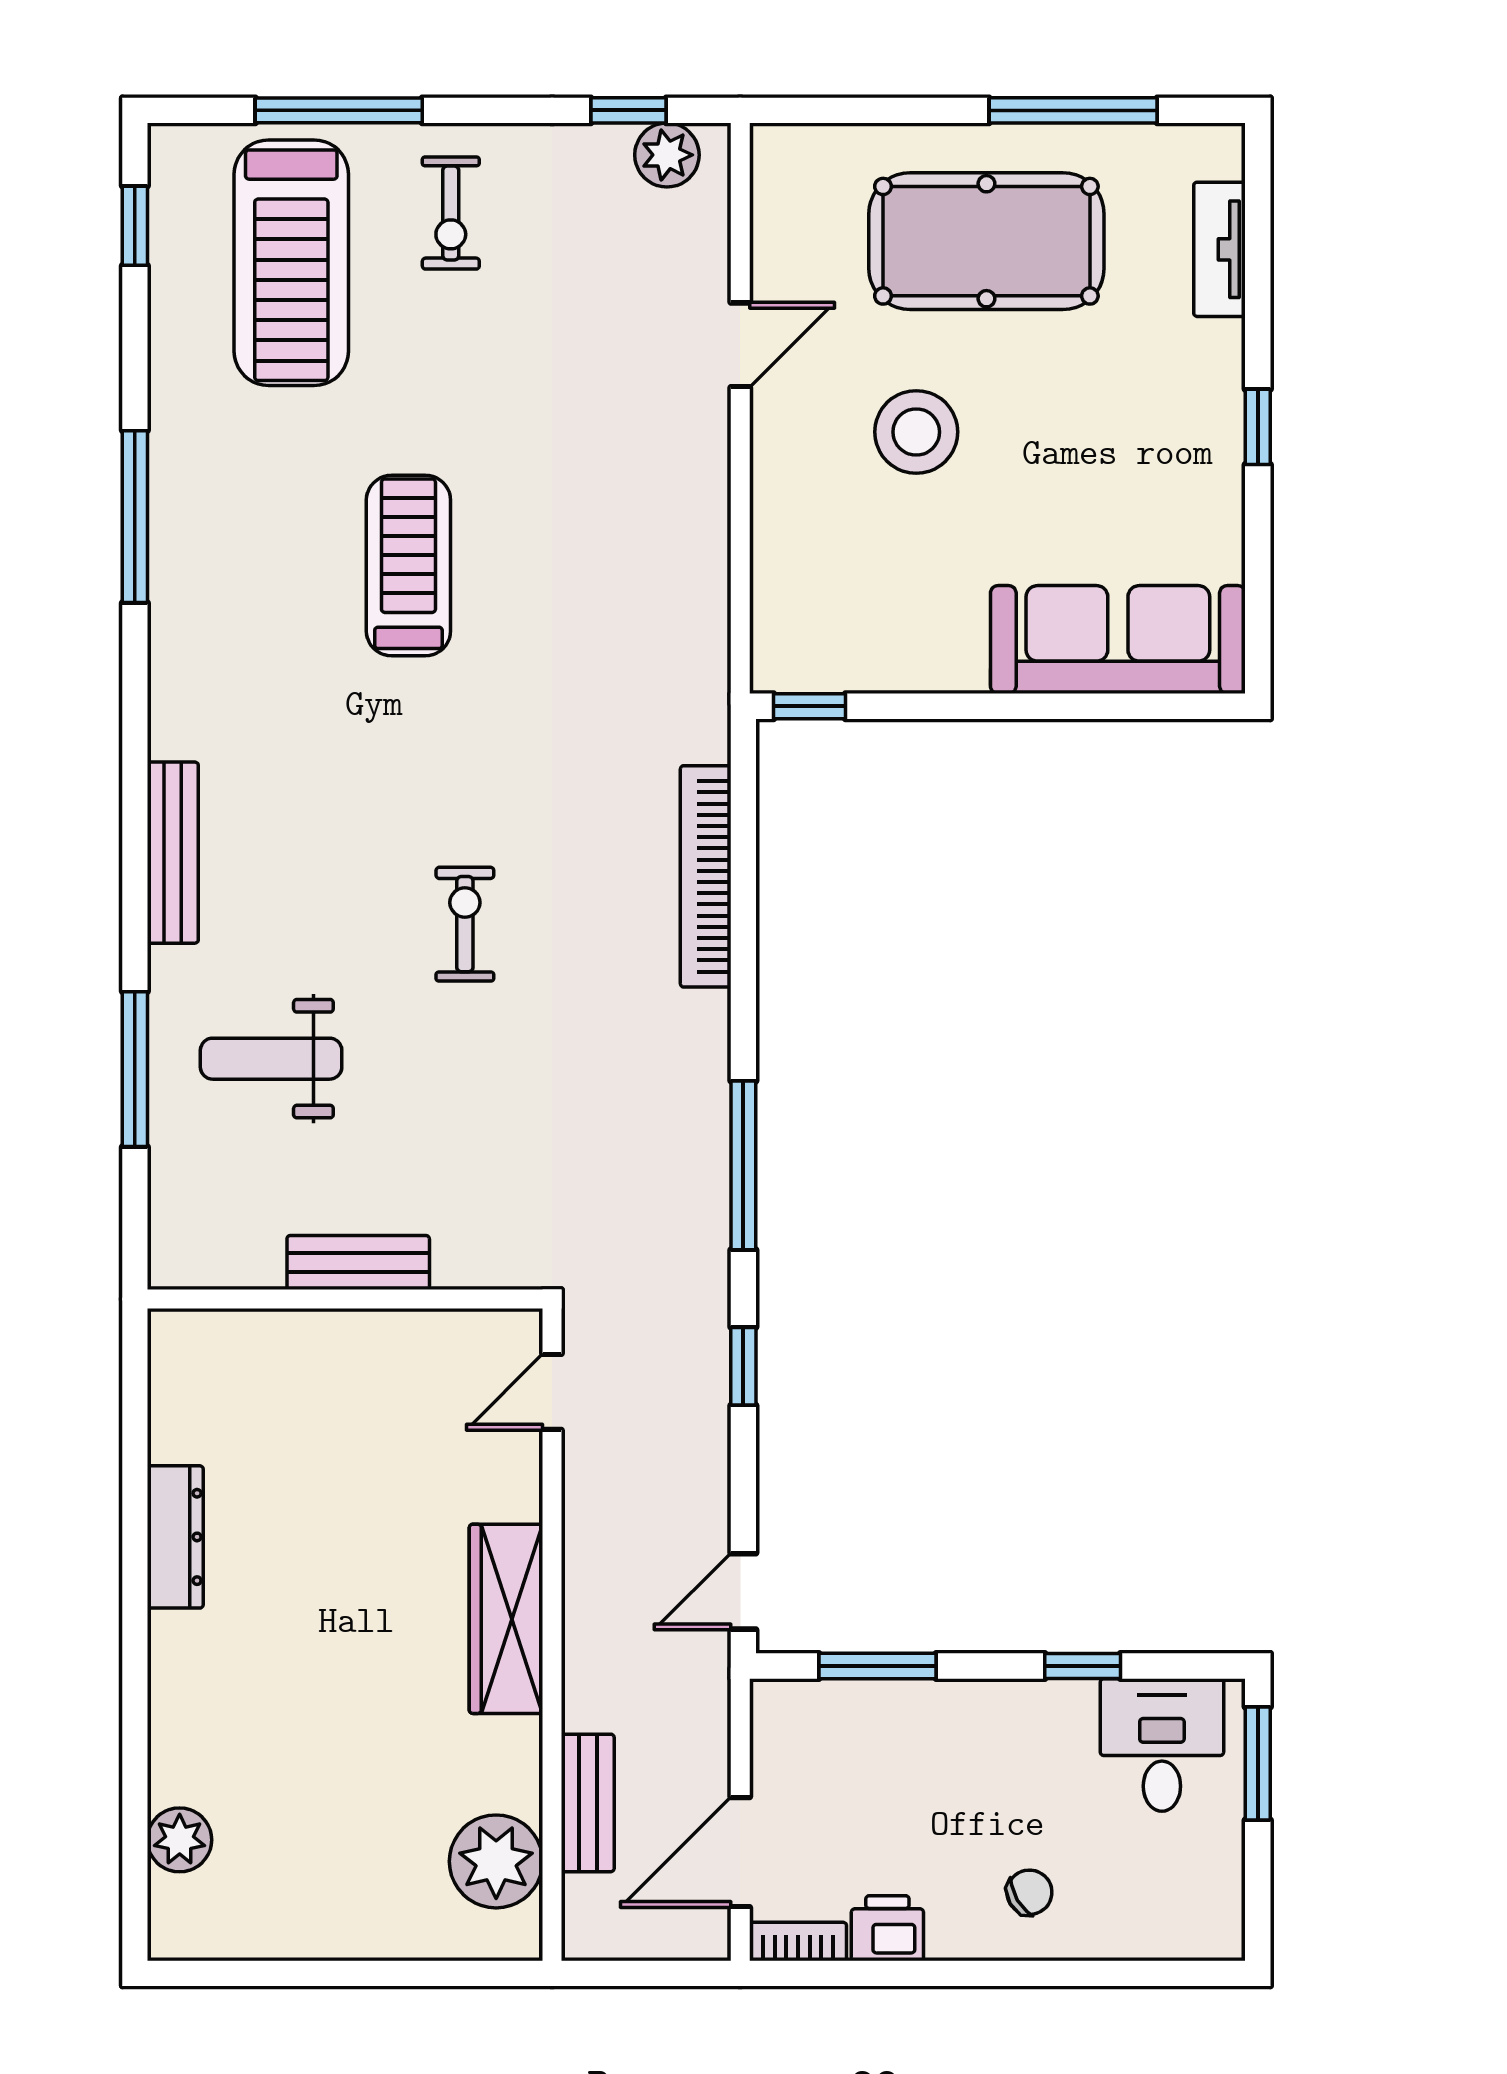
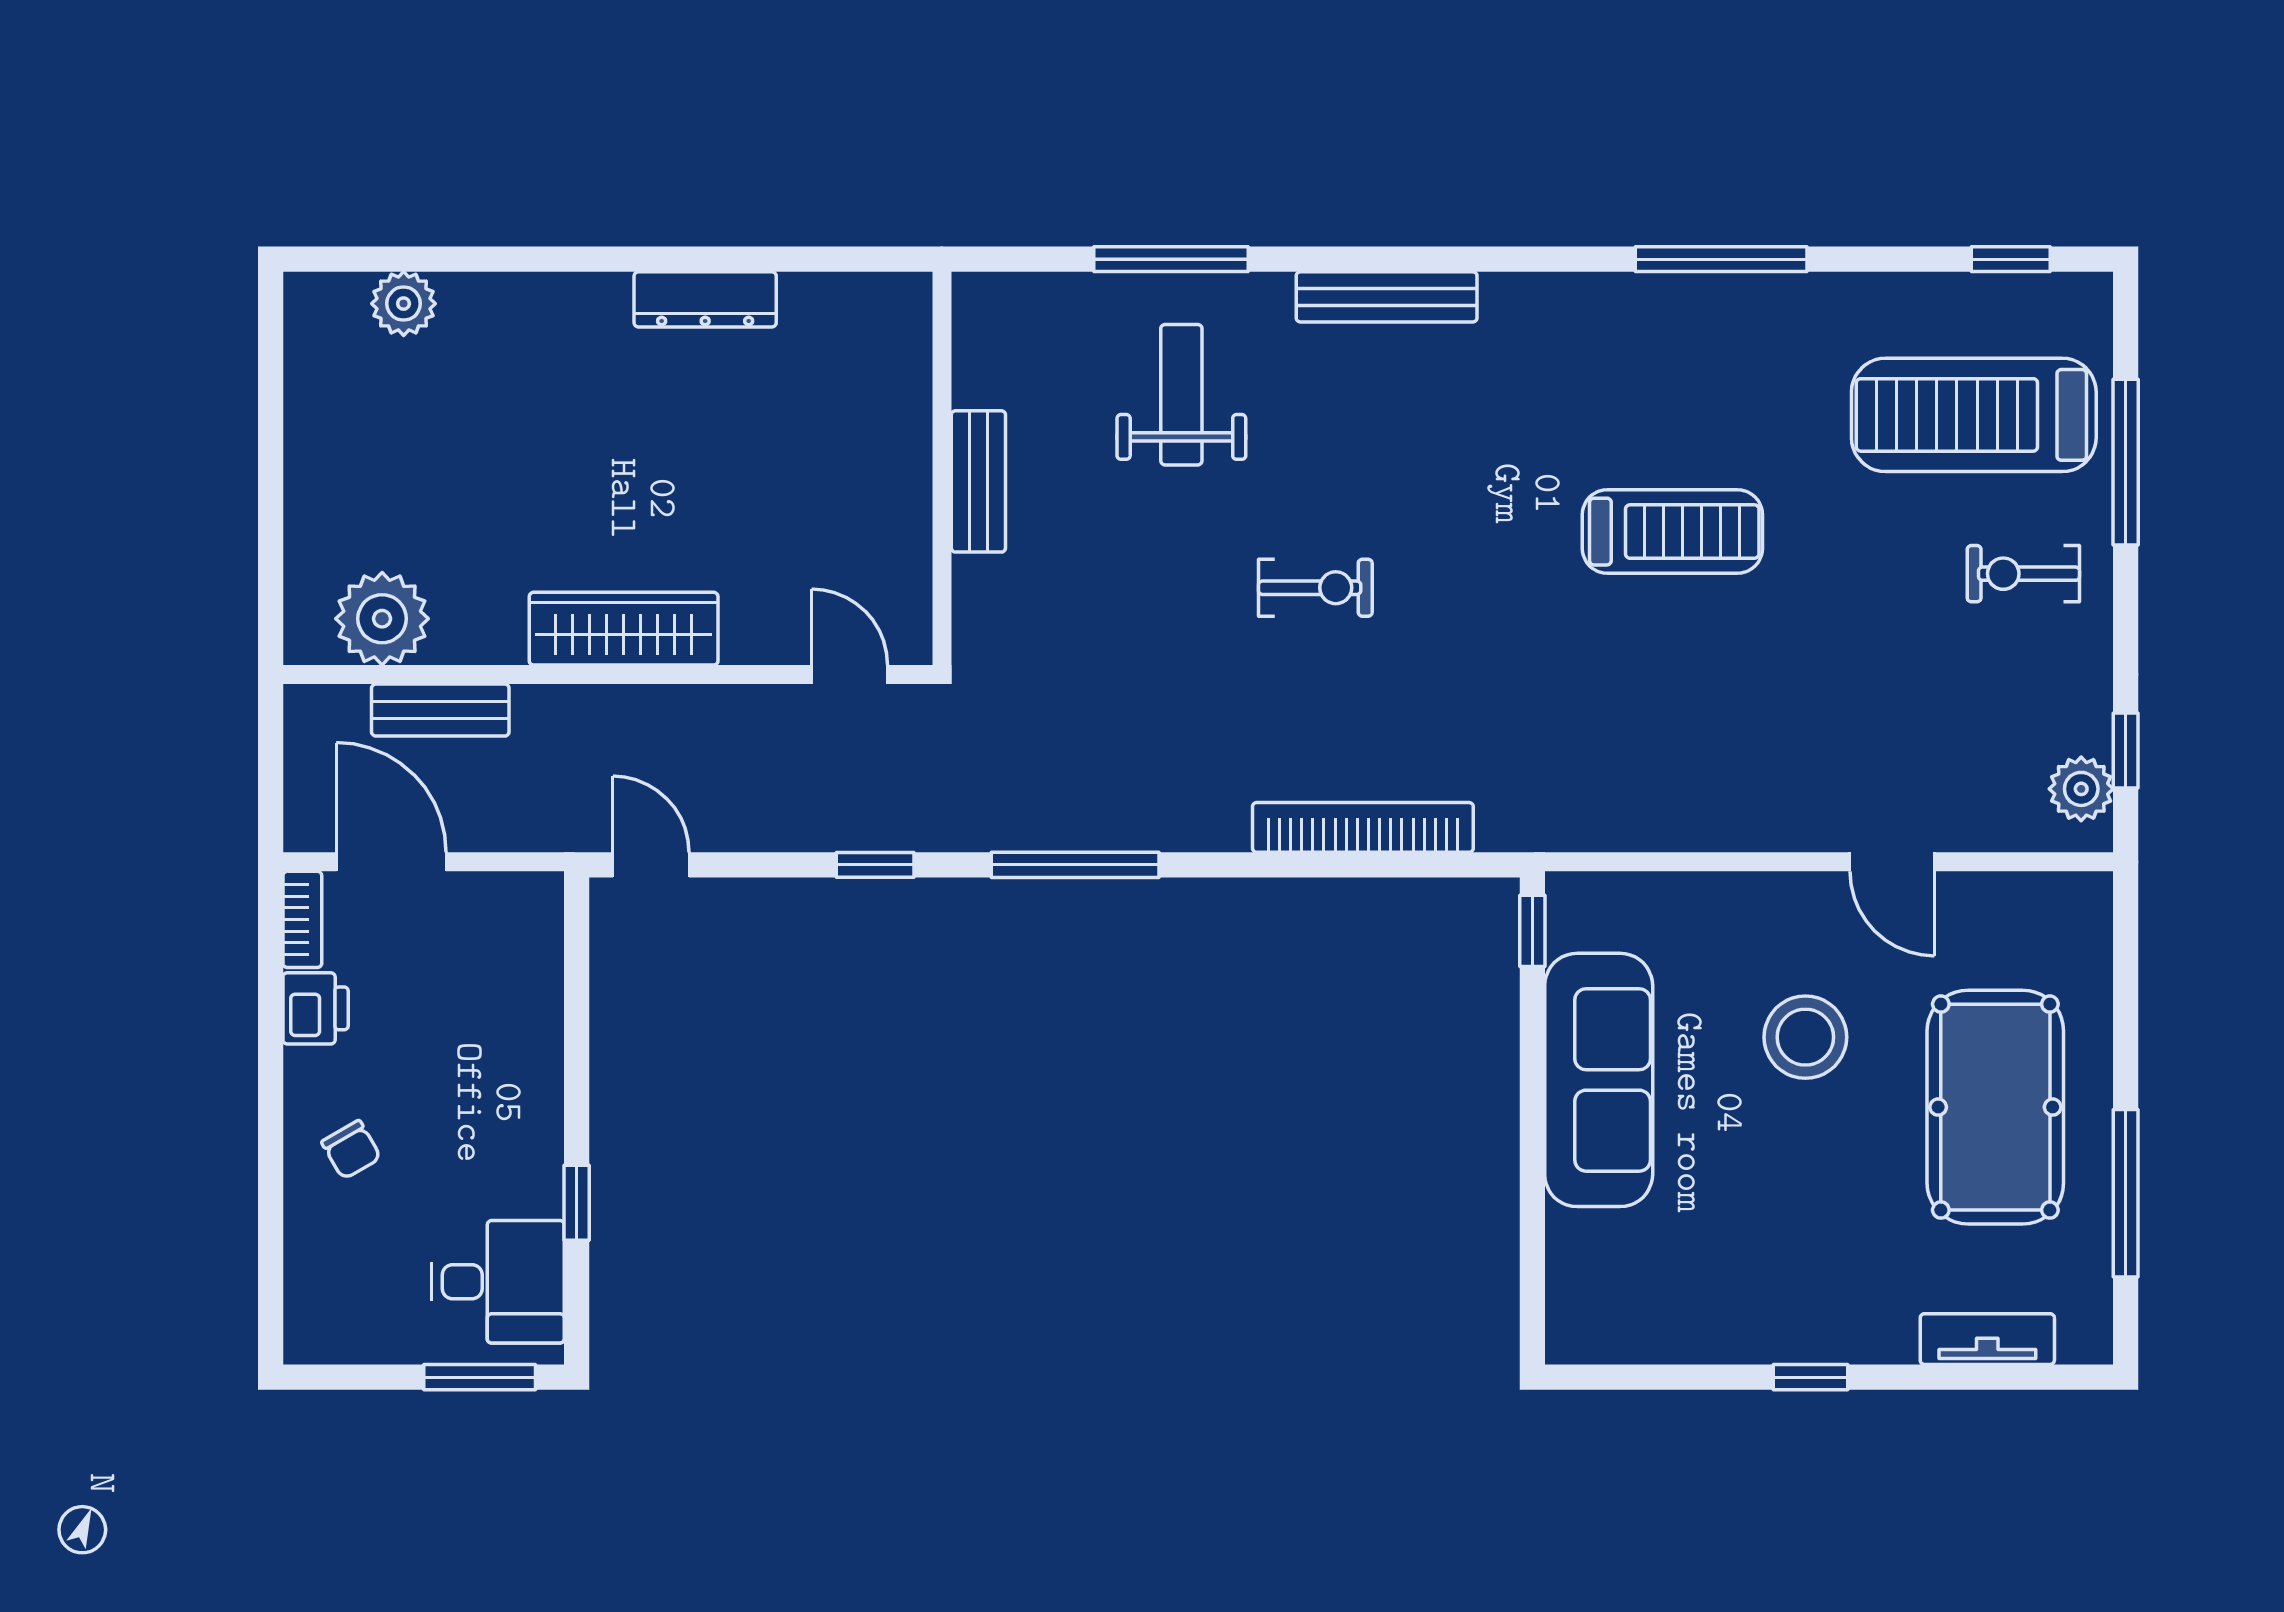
sofa: (1118, 640) -> (1599, 1080), moved
window: (877, 1666) -> (577, 998), removed

